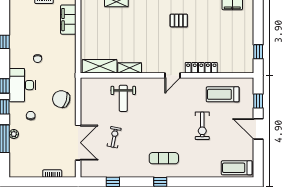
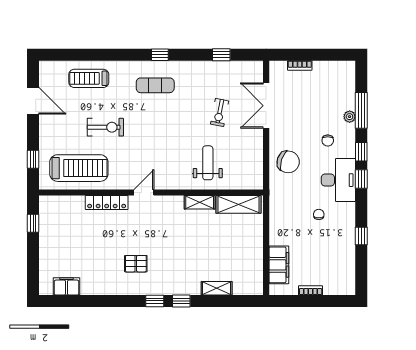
treadmill: (223, 94) -> (79, 168), width x1.37, depth x1.38
exercise bike: (202, 126) -> (105, 127), turned 90
door: (258, 129) -> (33, 101), moved
treadmill: (237, 168) -> (89, 78), moved, turned 180

